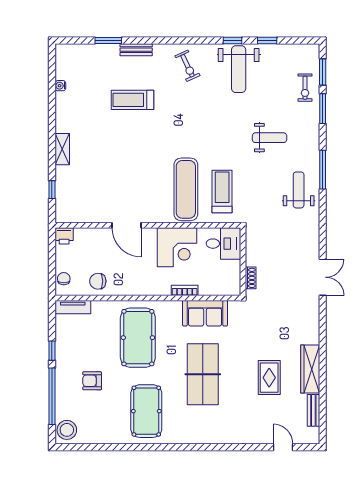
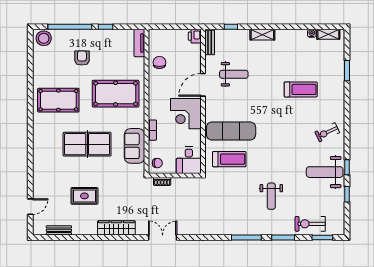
bench: (136, 50) -> (210, 43), moved
shelving: (62, 64) -> (328, 34), added
exercise bike: (305, 88) -> (310, 224), width x1.38, depth x1.39
treadmill: (132, 100) -> (301, 89), turned 90
window: (323, 109) -> (283, 237), moved
weight bench: (299, 190) -> (234, 74), moved
corner desk: (177, 247) -> (186, 114), moved
double door: (323, 277) -> (163, 237), swing flipped
chair: (64, 279) -> (157, 163), moved
wardrobe: (310, 369) -> (116, 228), moved

